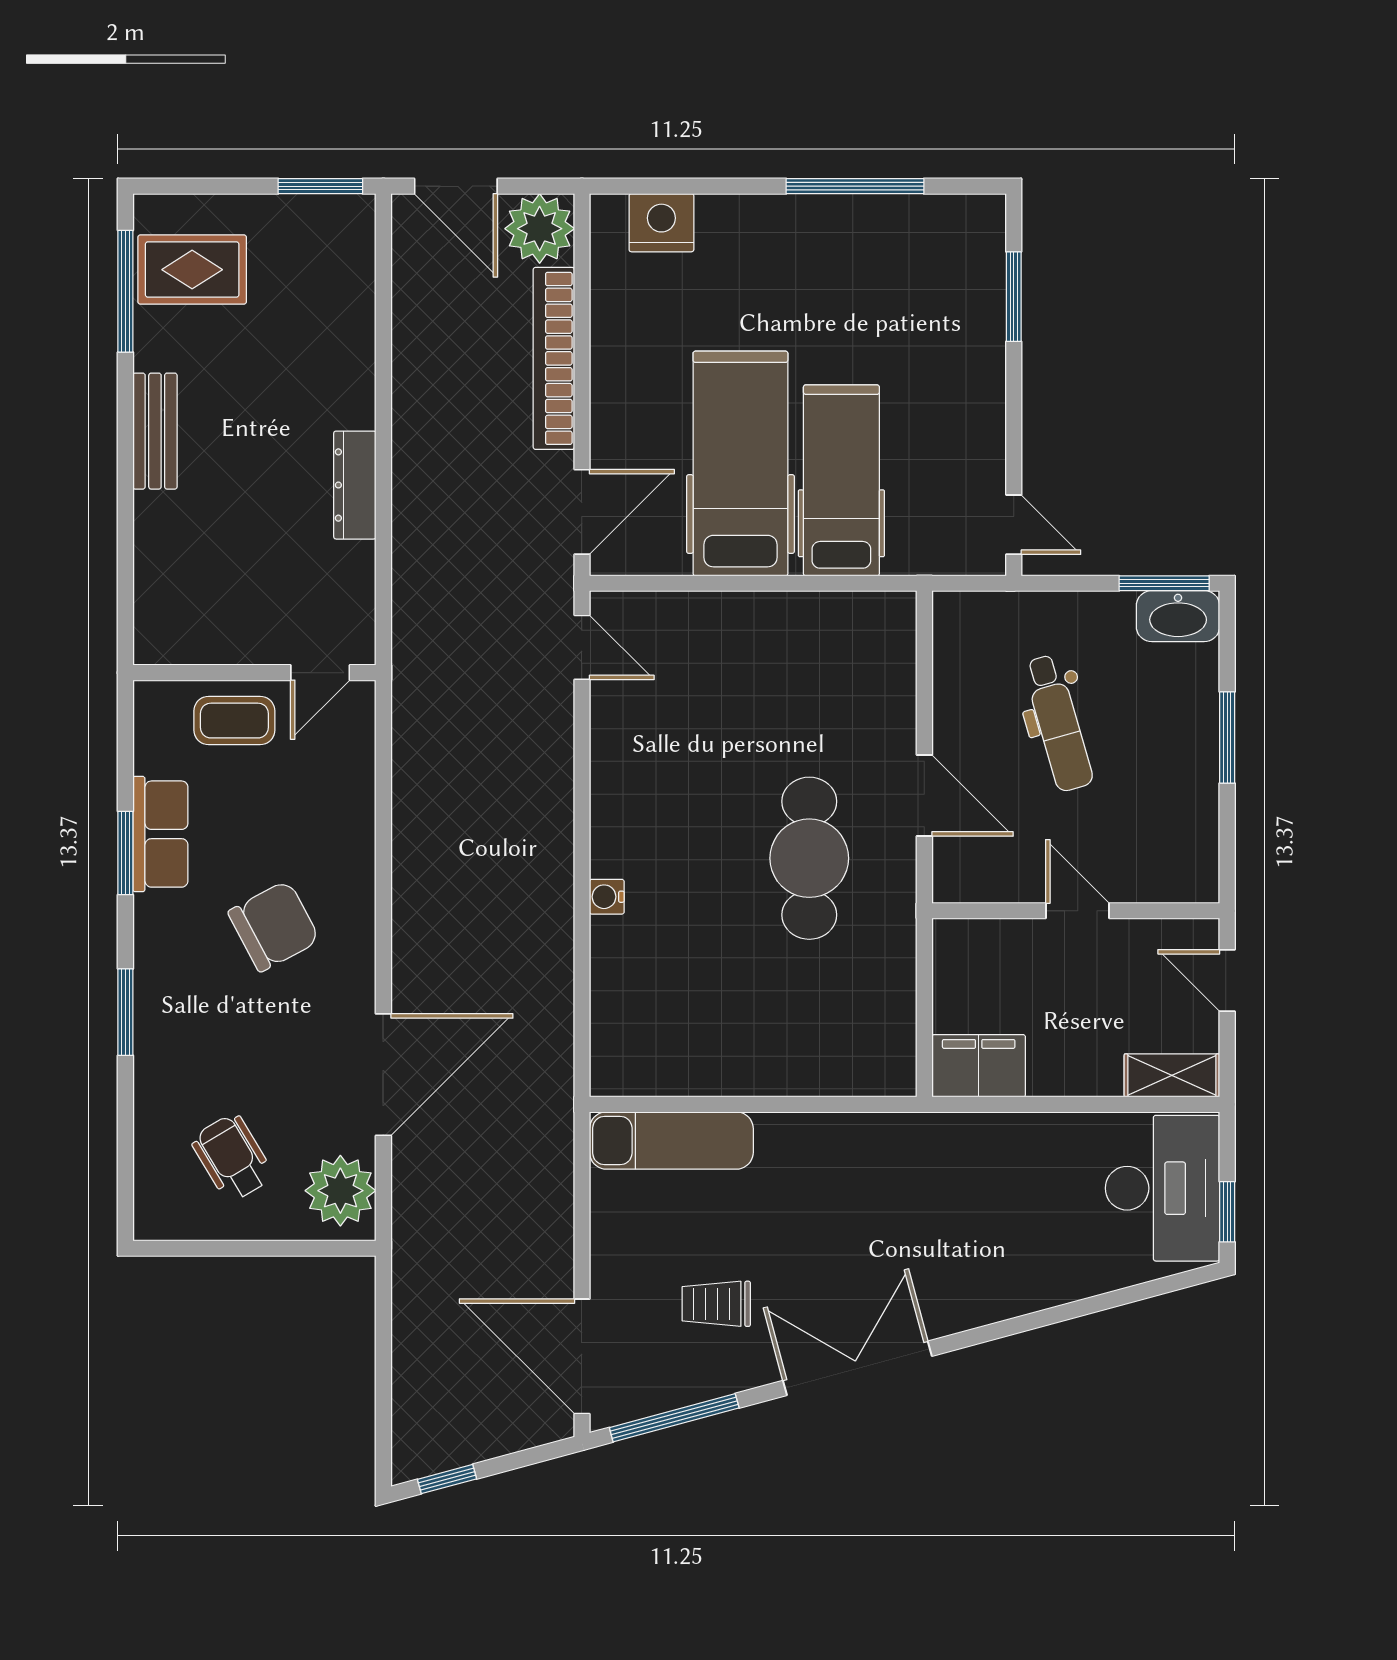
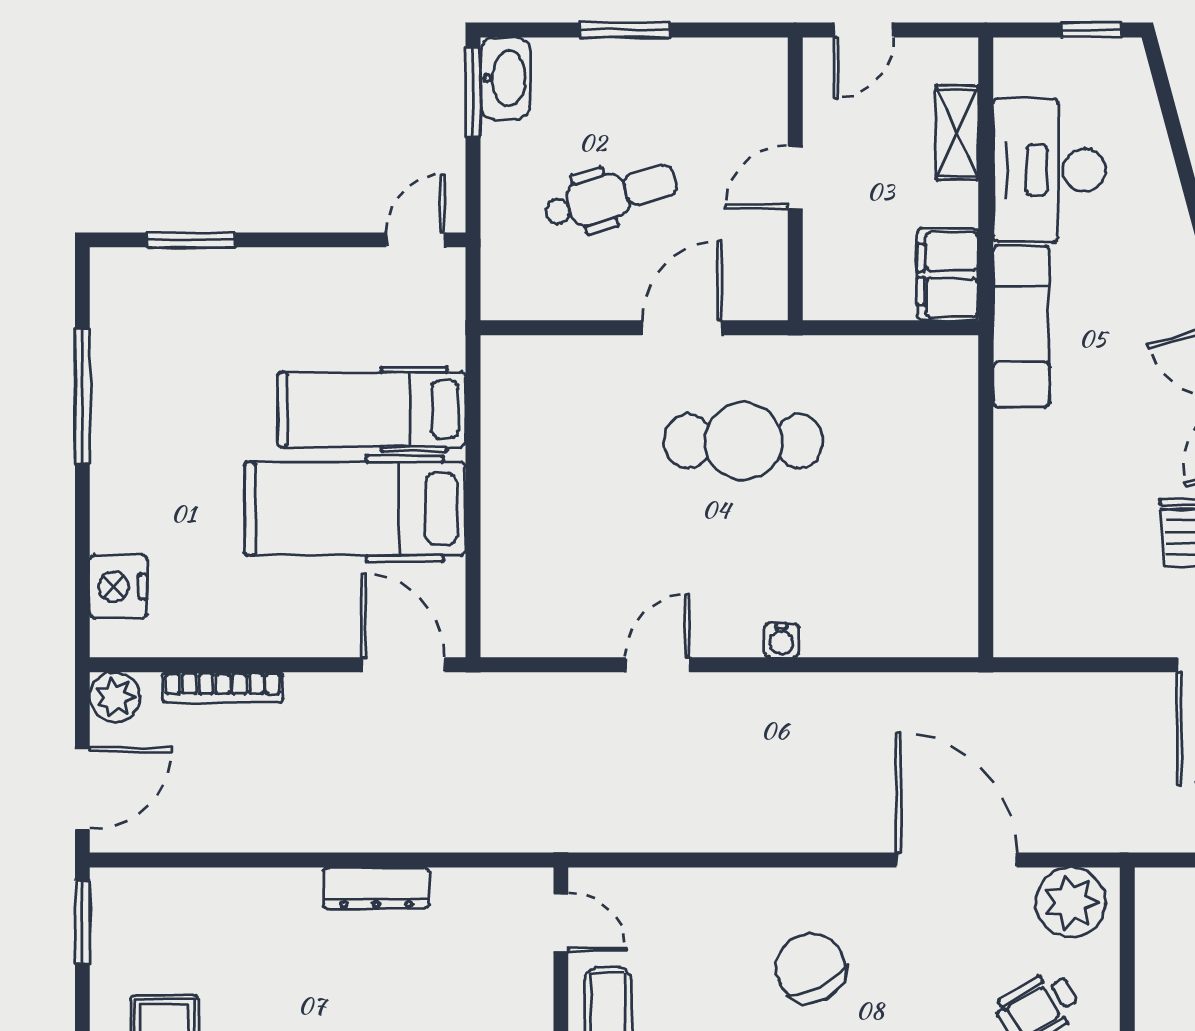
plant: (540, 229) -> (115, 697), width x0.73, depth x0.73
bookcase: (554, 358) -> (223, 688), width x0.68, depth x0.76
door: (582, 647) -> (658, 665), moved
shelving: (1172, 1075) -> (957, 133), moved
exam couch: (671, 1141) -> (1021, 326), moved
desk: (1163, 1188) -> (1049, 170), moved, turned -90

